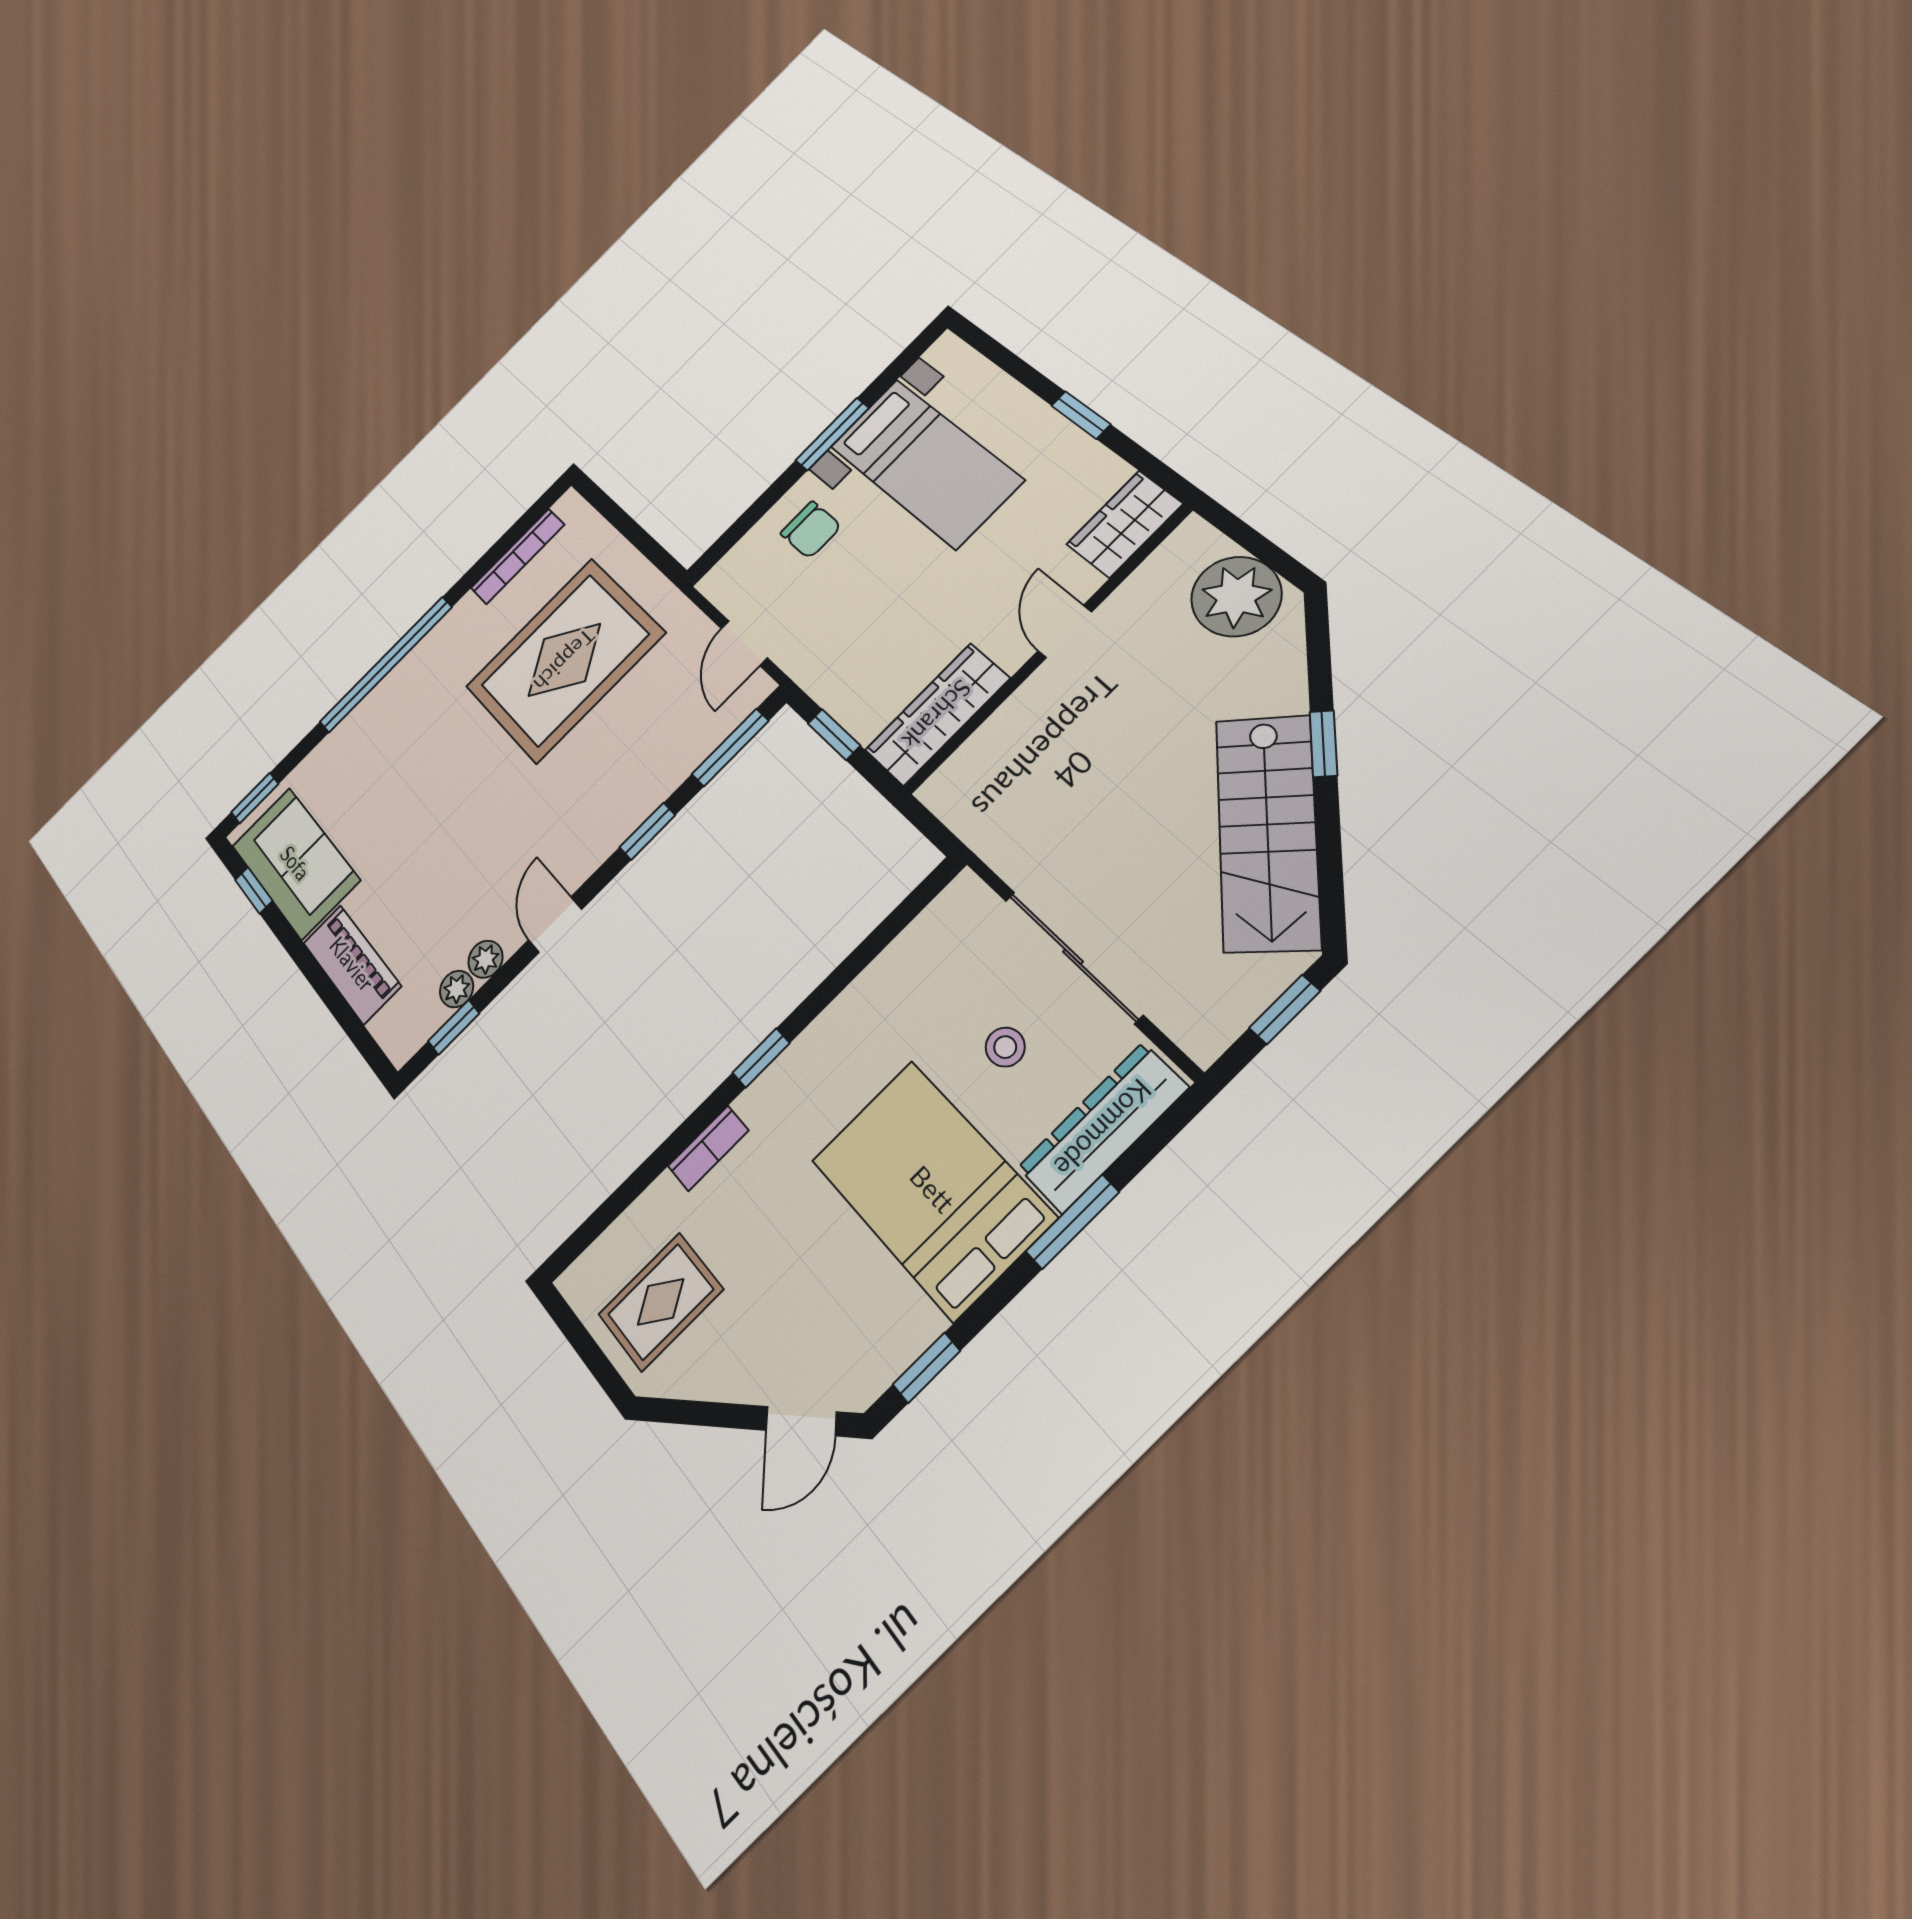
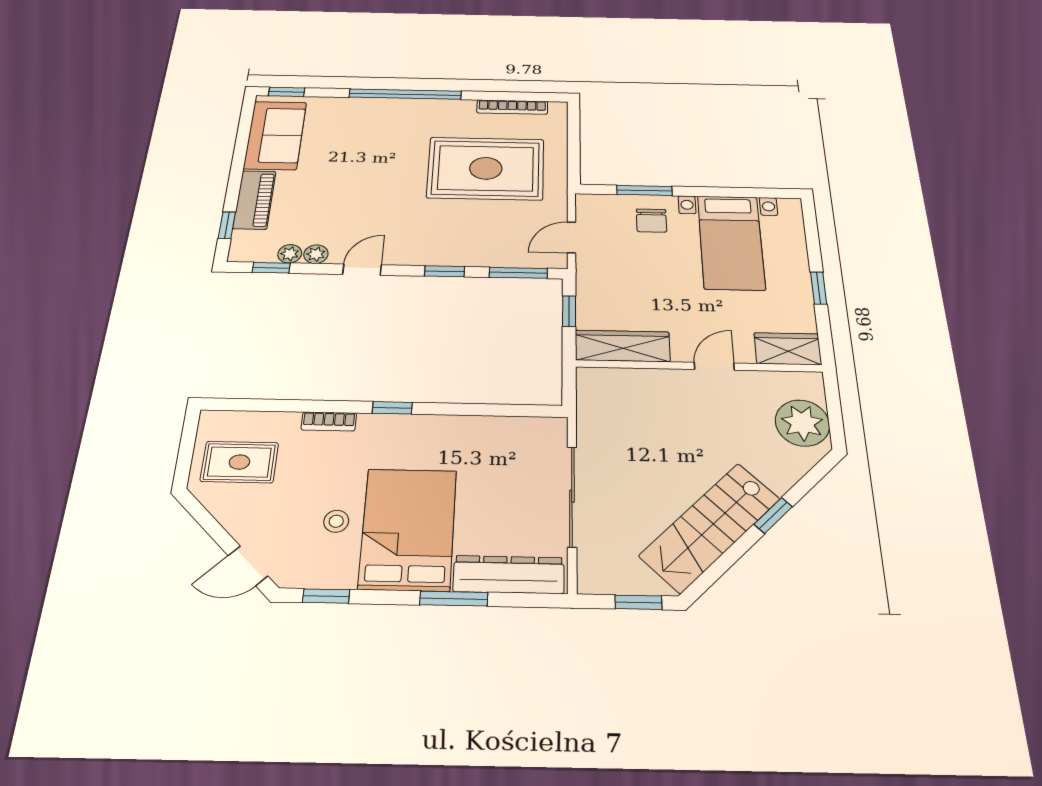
window: (832, 434) -> (644, 190), moved
window: (254, 890) -> (227, 225), moved
stool: (1005, 1047) -> (336, 521), moved

